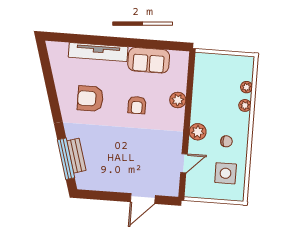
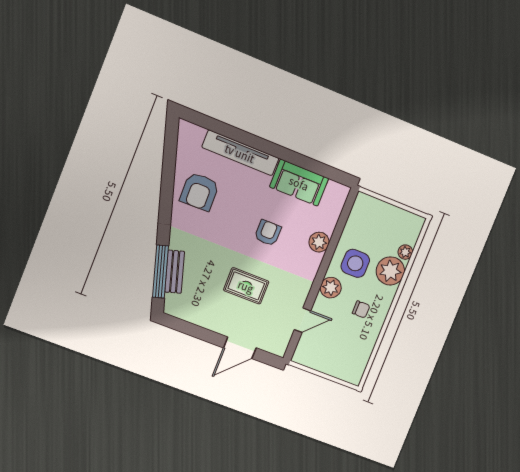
armchair: (90, 99) -> (199, 192), moved, turned -91
armchair: (137, 105) -> (268, 233), turned 180
plant: (245, 105) -> (390, 271), width x1.88, depth x1.88
rug: (133, 150) -> (246, 286), added
side table: (226, 173) -> (355, 263), moved

